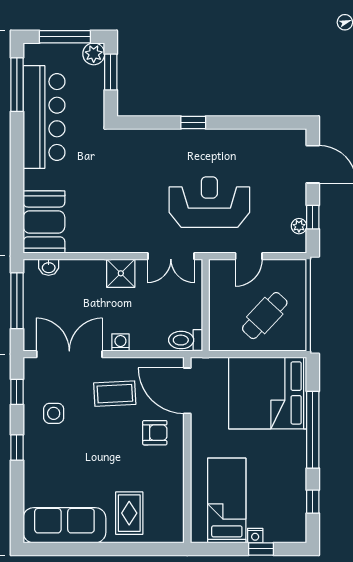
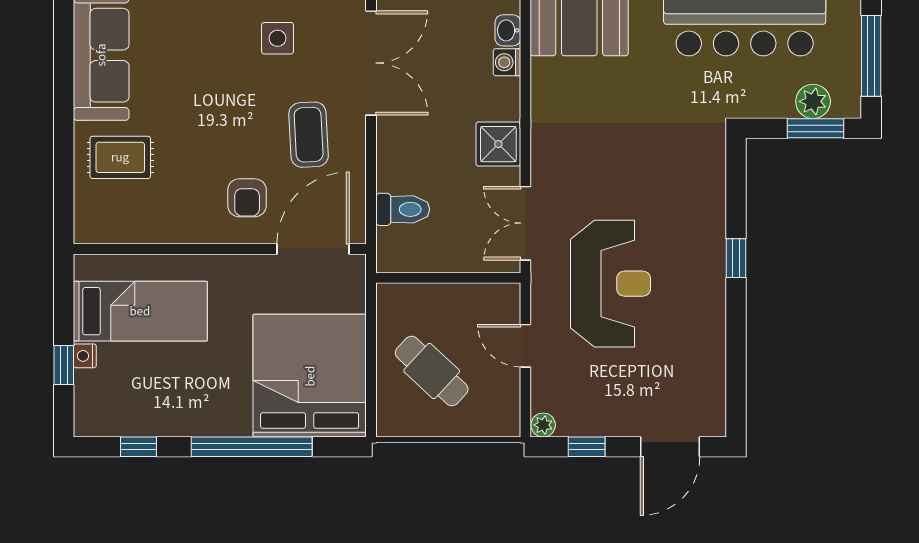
plant: (94, 54) -> (813, 101), moved
plant: (299, 226) -> (543, 425), moved
toilet: (186, 340) -> (403, 209), moved, turned 90
washing machine: (120, 342) -> (507, 62), moved, turned 180

